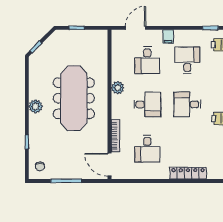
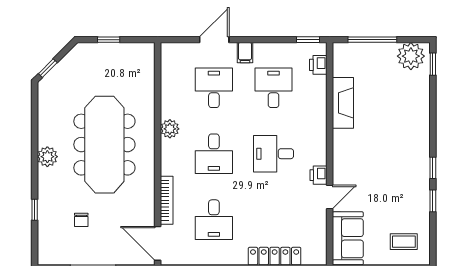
door: (136, 28) -> (214, 40), moved
desk: (147, 60) -> (214, 88), turned 180
desk: (147, 104) -> (214, 154), turned 90
chair: (40, 166) -> (81, 220), moved

